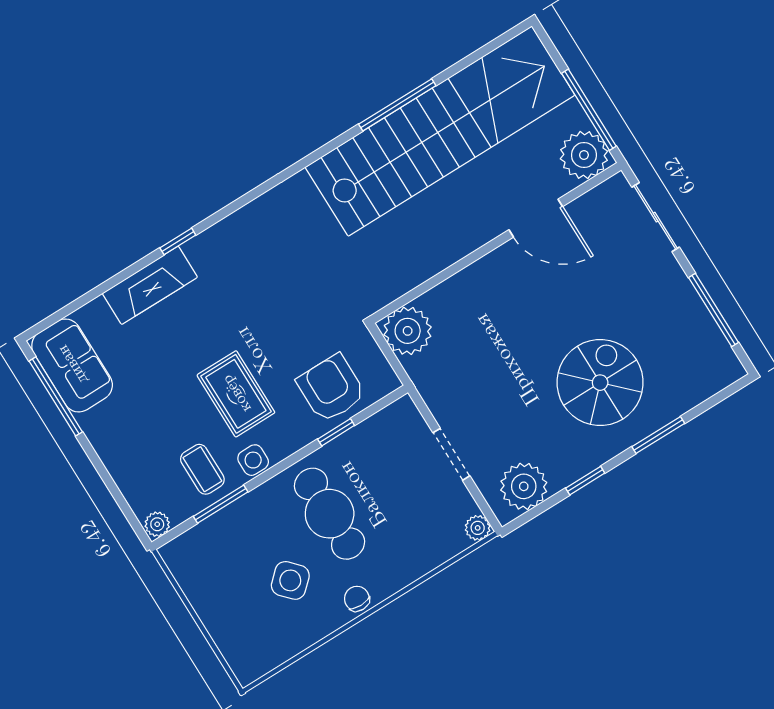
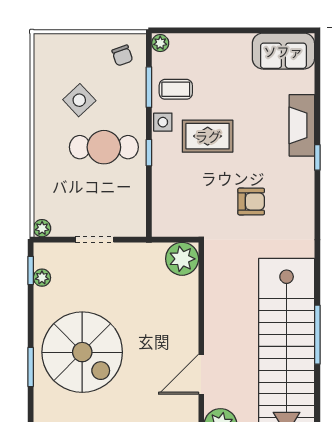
spiral stairs: (600, 383) -> (82, 352), width x1.37, depth x1.37
armchair: (331, 388) -> (251, 202), moved, width x0.72, depth x0.72
window: (56, 396) -> (271, 30), removed
window: (336, 432) -> (149, 153), moved
window: (585, 481) -> (31, 270), moved
plant: (524, 486) -> (42, 278), width x0.53, depth x0.53
chair: (357, 599) -> (122, 55), moved, turned 71

